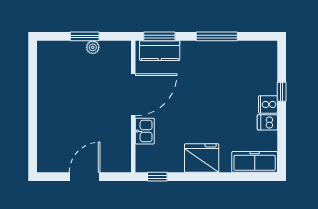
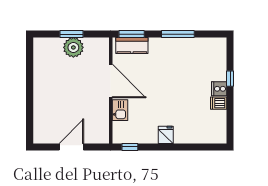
plant: (93, 47) -> (73, 47), width x1.88, depth x1.88
door: (133, 95) -> (111, 81), hinge flipped
fridge: (202, 158) -> (166, 135), width x0.53, depth x0.75
freezer: (255, 162) -> (208, 135), removed

